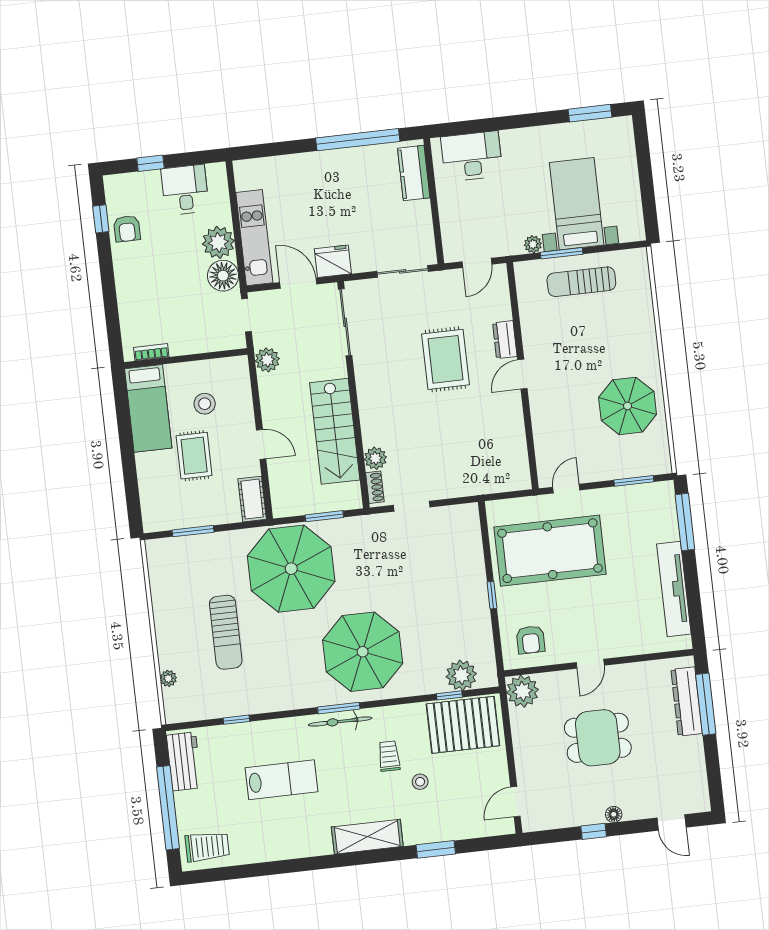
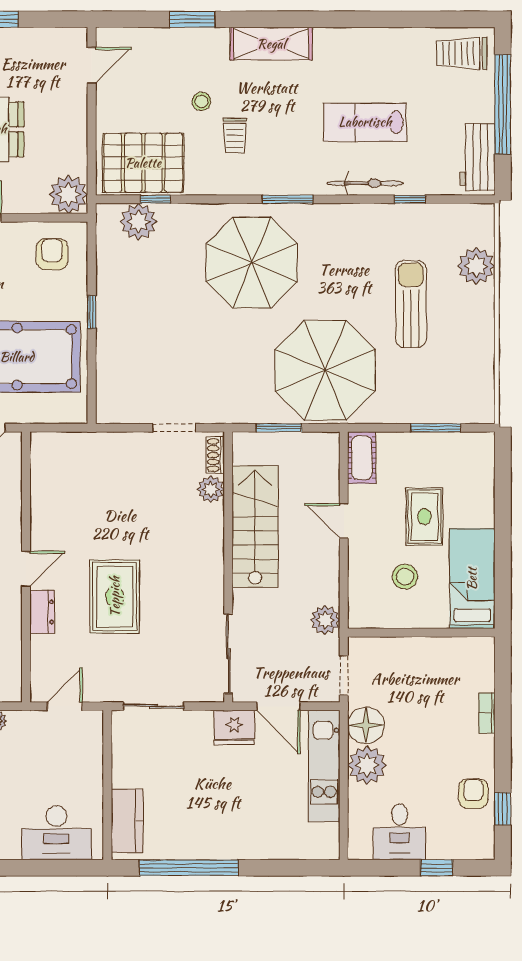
bookcase: (151, 352) -> (487, 713), moved, turned 90
plant: (168, 678) -> (476, 266), width x1.87, depth x1.87
bicycle: (340, 721) -> (365, 183), moved

